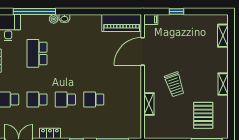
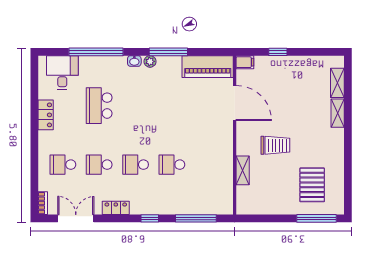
window: (91, 11) -> (168, 52), added
plant: (54, 19) -> (150, 61), moved
door: (143, 51) -> (235, 103), swing flipped
trolley: (175, 84) -> (275, 145), turned -71
shelving: (223, 84) -> (338, 113), moved

